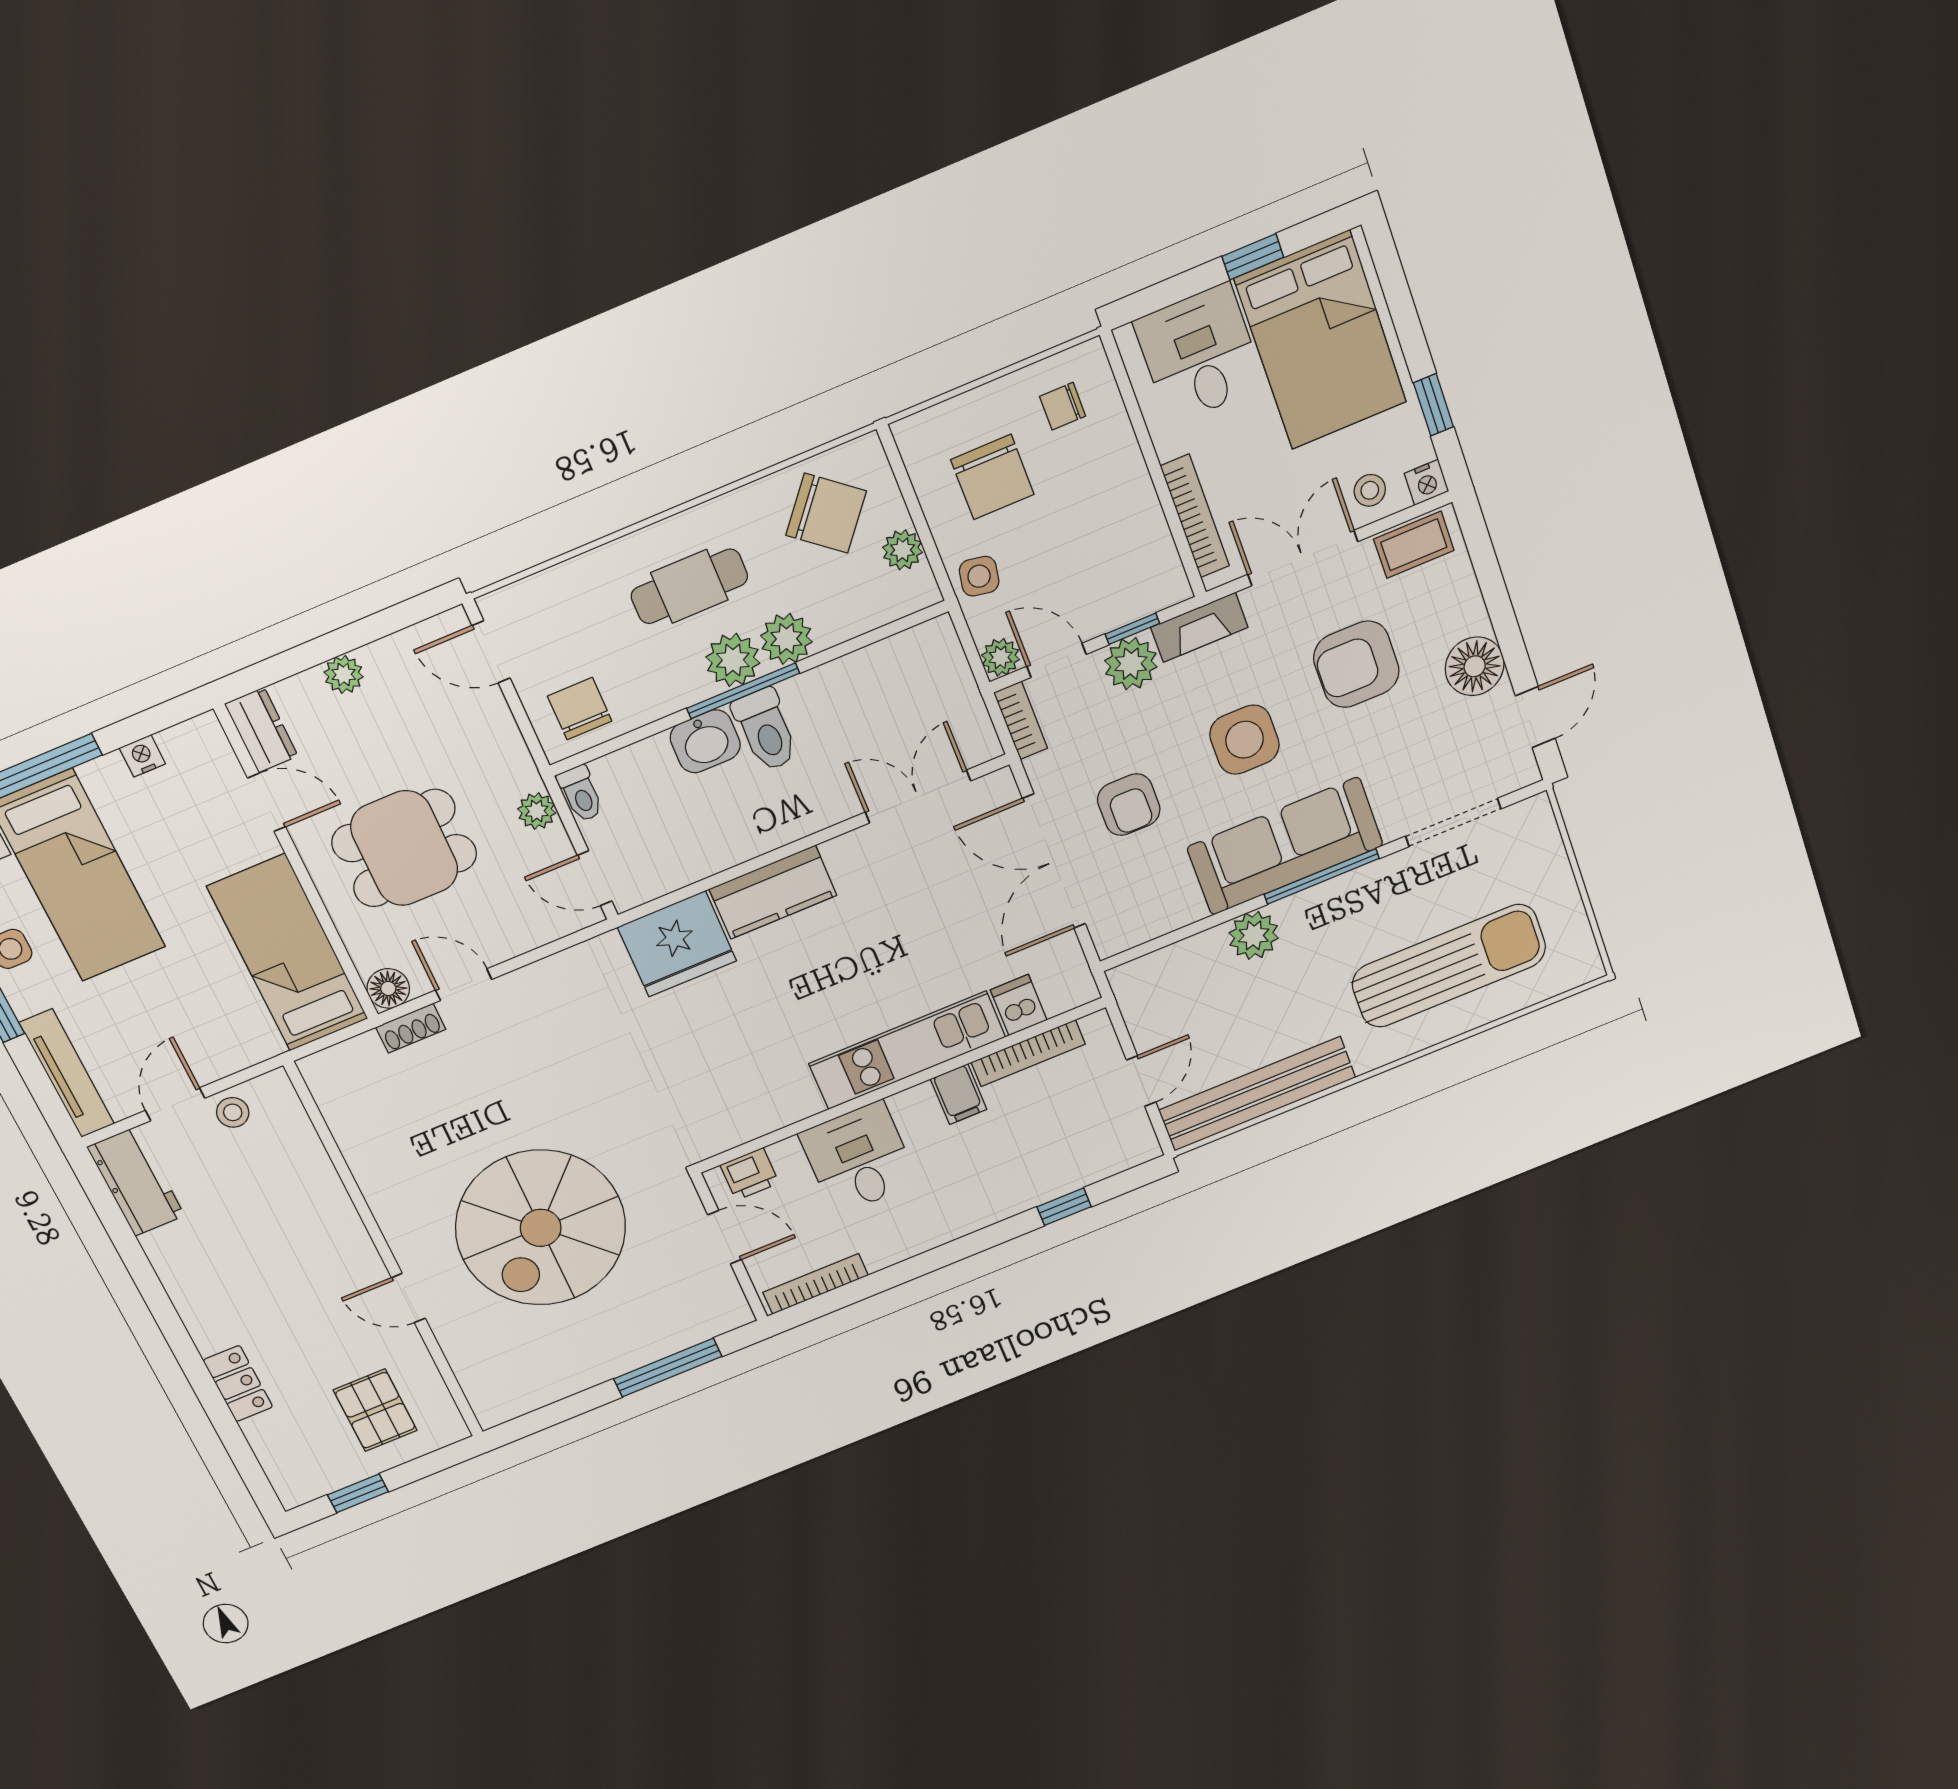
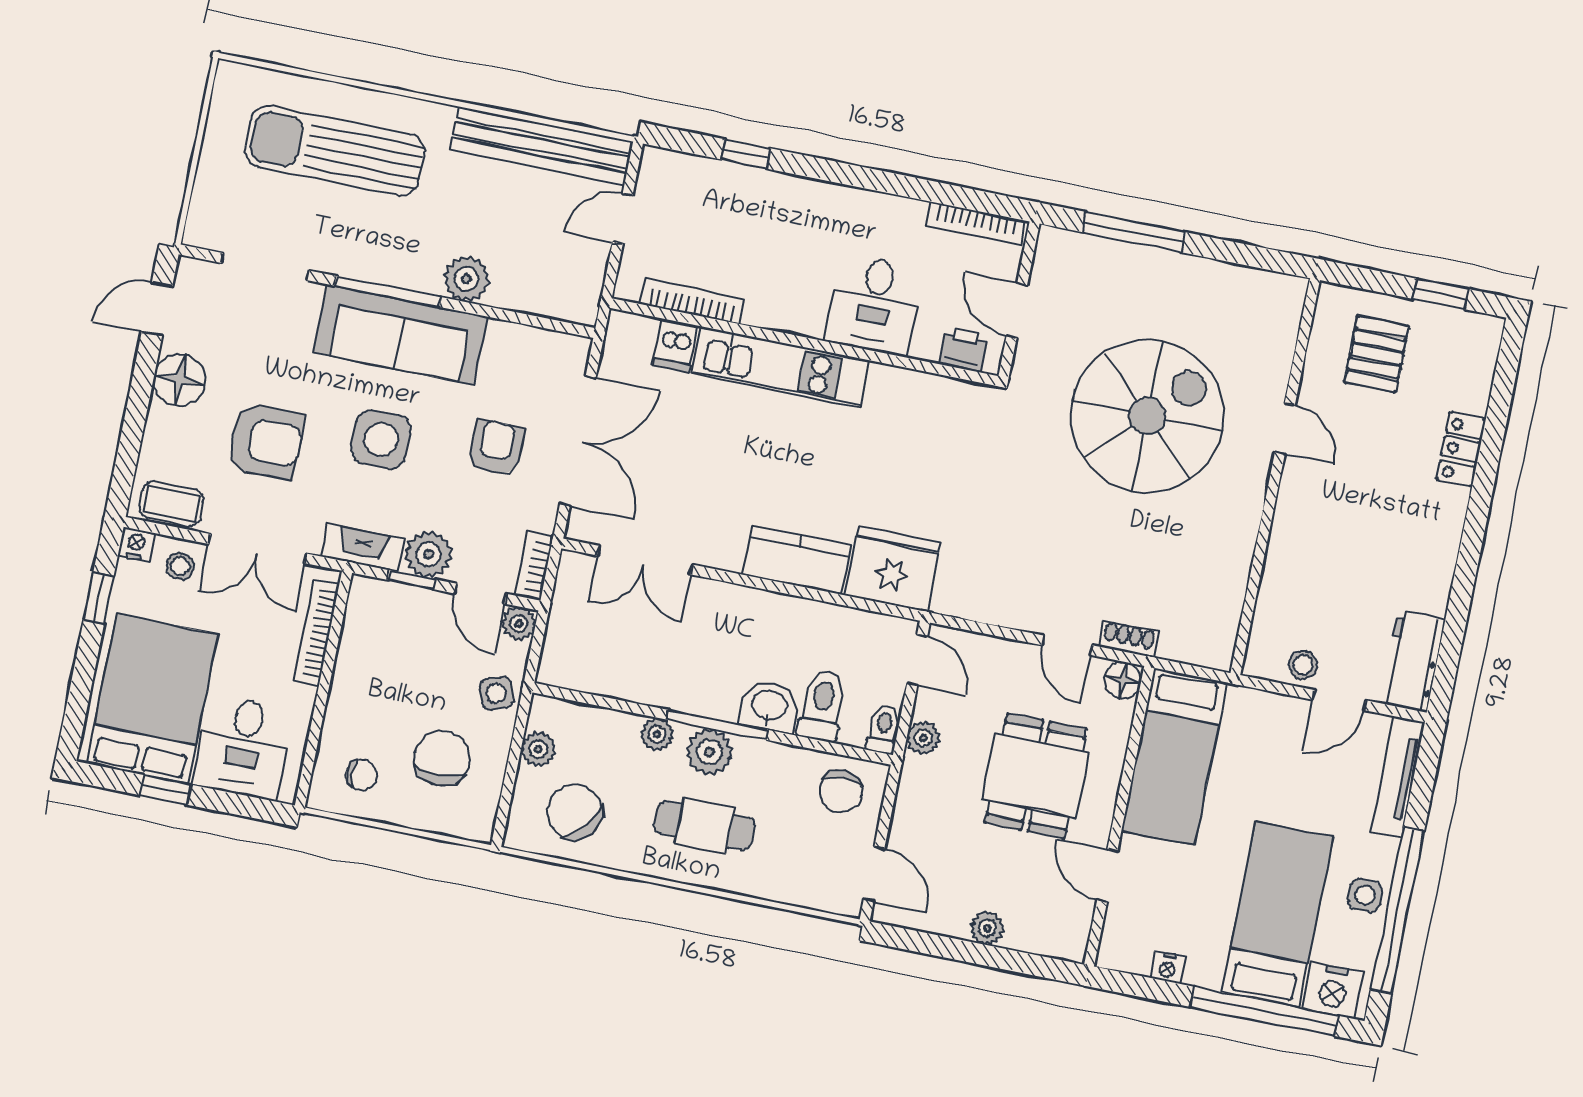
side table: (979, 576) -> (496, 693), turned -30
plant: (786, 639) -> (657, 734), width x0.73, depth x0.73
dresser: (261, 730) -> (1073, 929), removed
toilet: (766, 730) -> (822, 706), moved
dining table: (404, 848) -> (1036, 776), turned 90
filing cabinet: (959, 1094) -> (766, 304), removed

